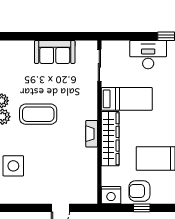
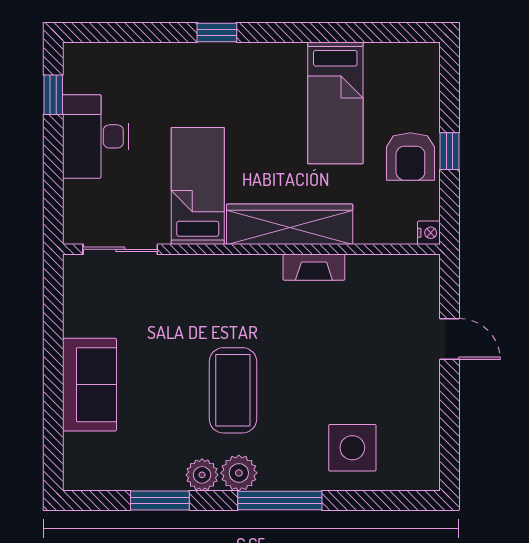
sofa: (55, 52) -> (89, 385), moved
fireplace: (92, 134) -> (314, 267), moved
nightstand: (111, 195) -> (429, 233), width x0.53, depth x0.56

